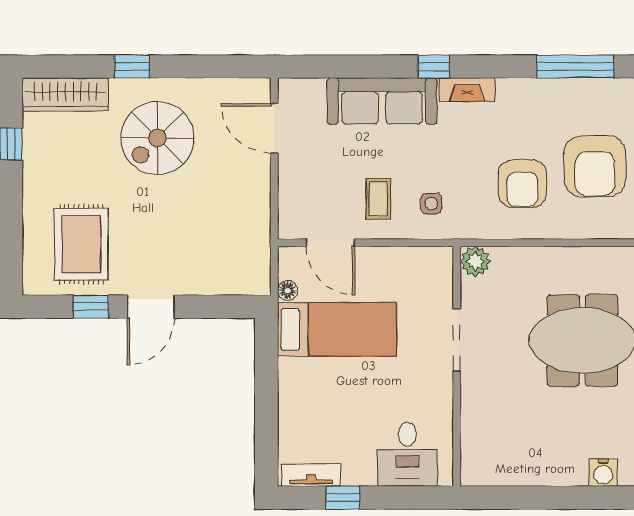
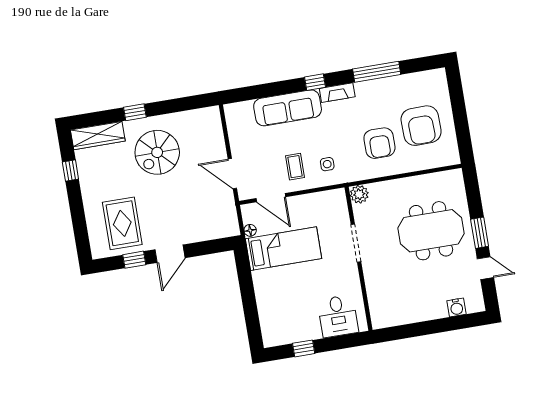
window: (575, 66) -> (377, 72), moved
door: (274, 128) -> (232, 174), moved
tv unit: (311, 475) -> (282, 338), removed

